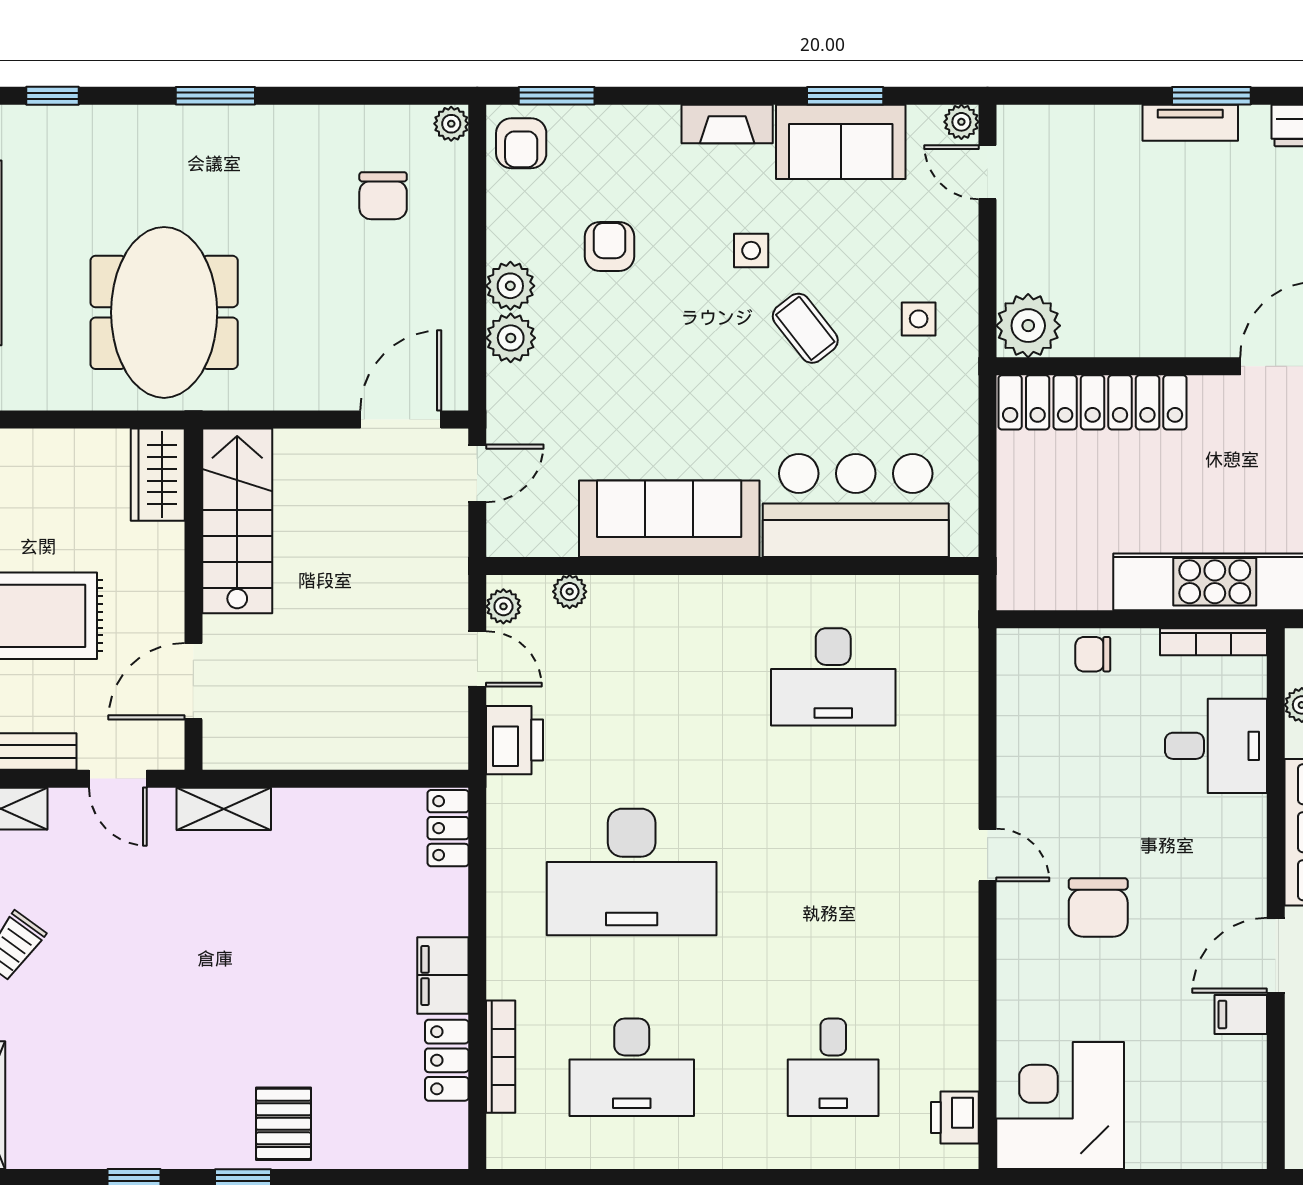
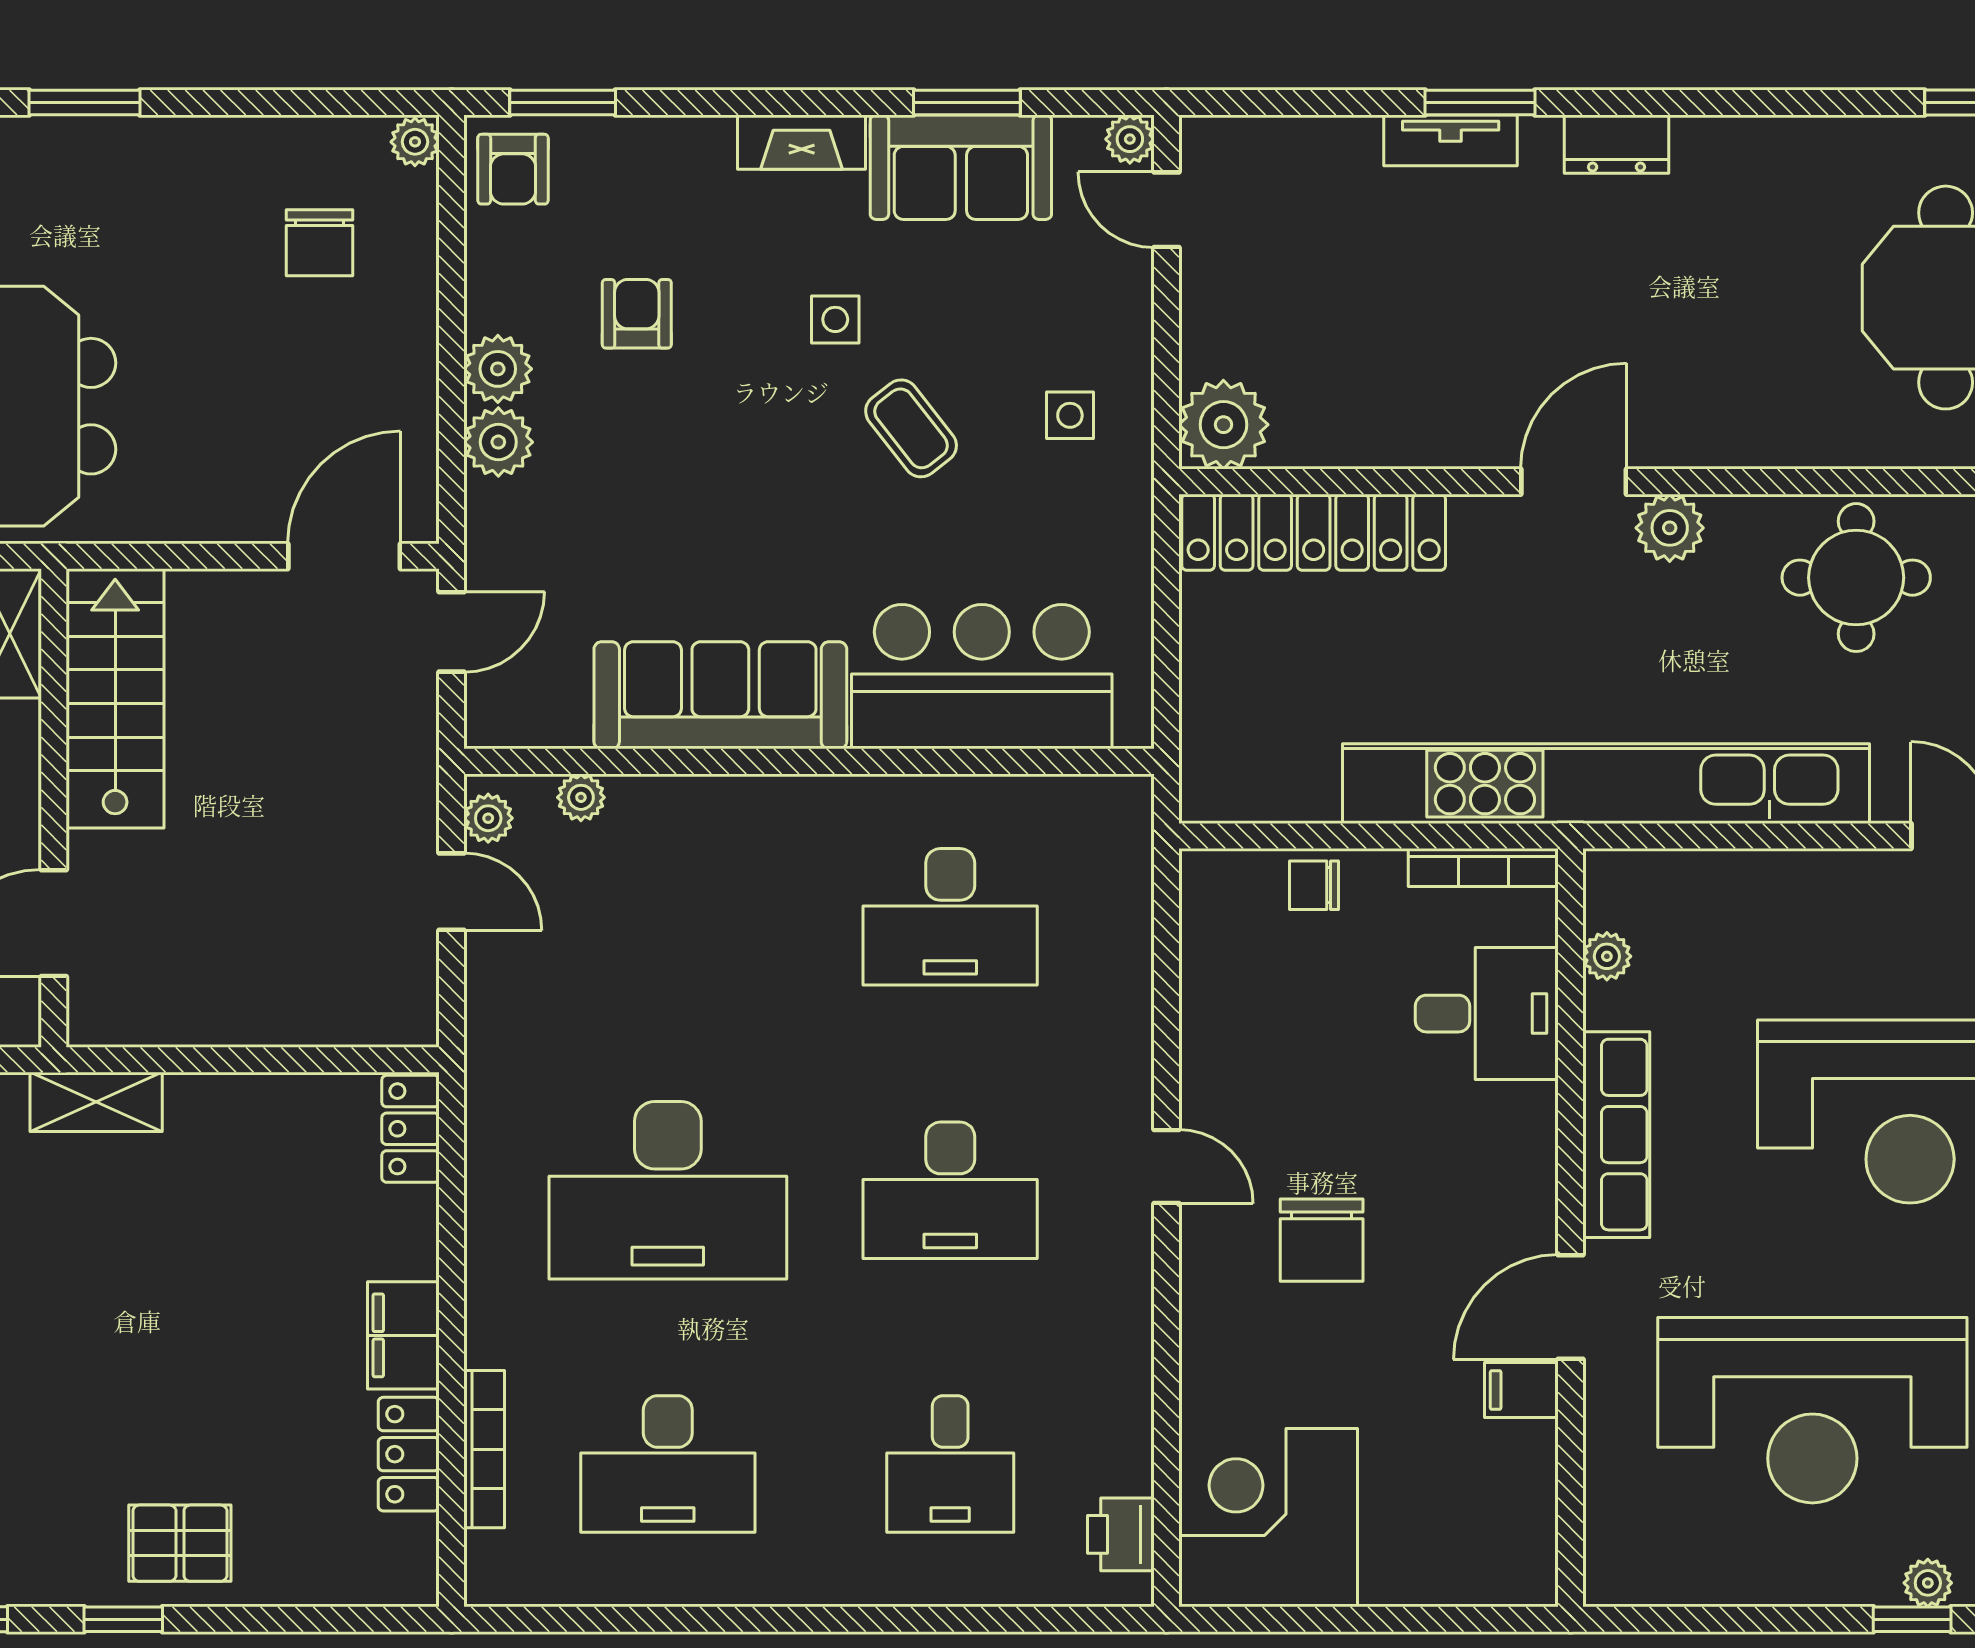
printer: (515, 740) -> (504, 1005), removed
desk: (833, 872) -> (950, 1190), added
pallet: (284, 1124) -> (180, 1543), turned 90

